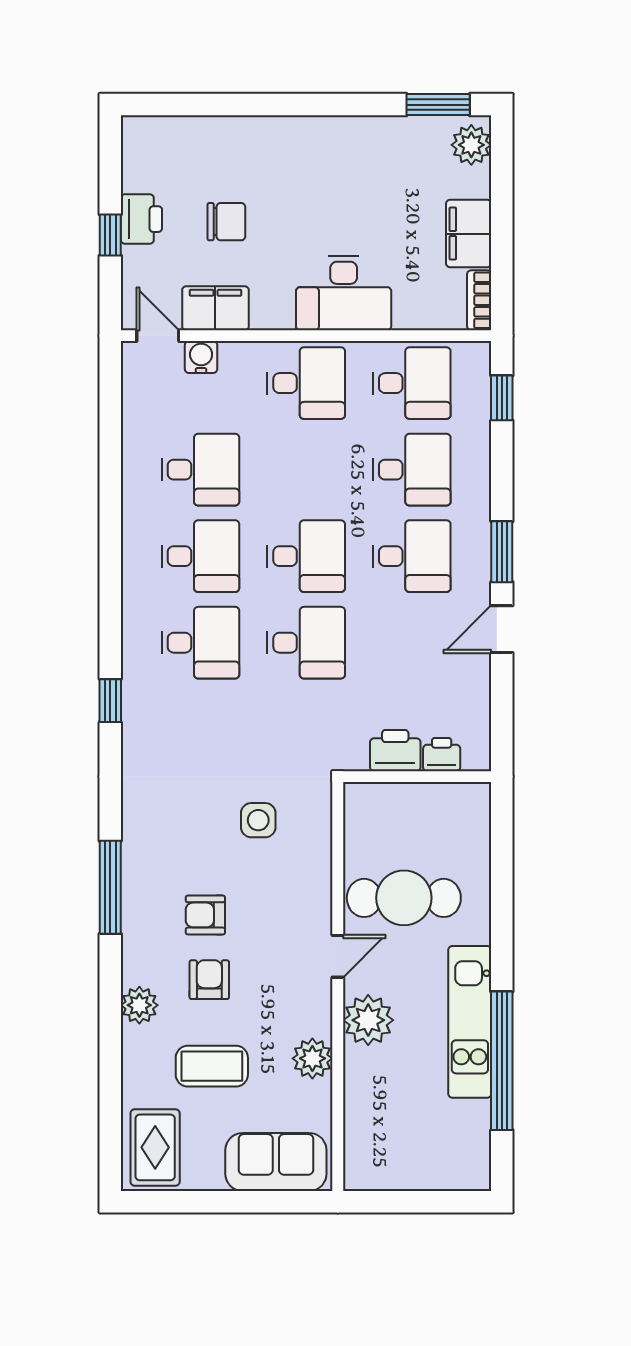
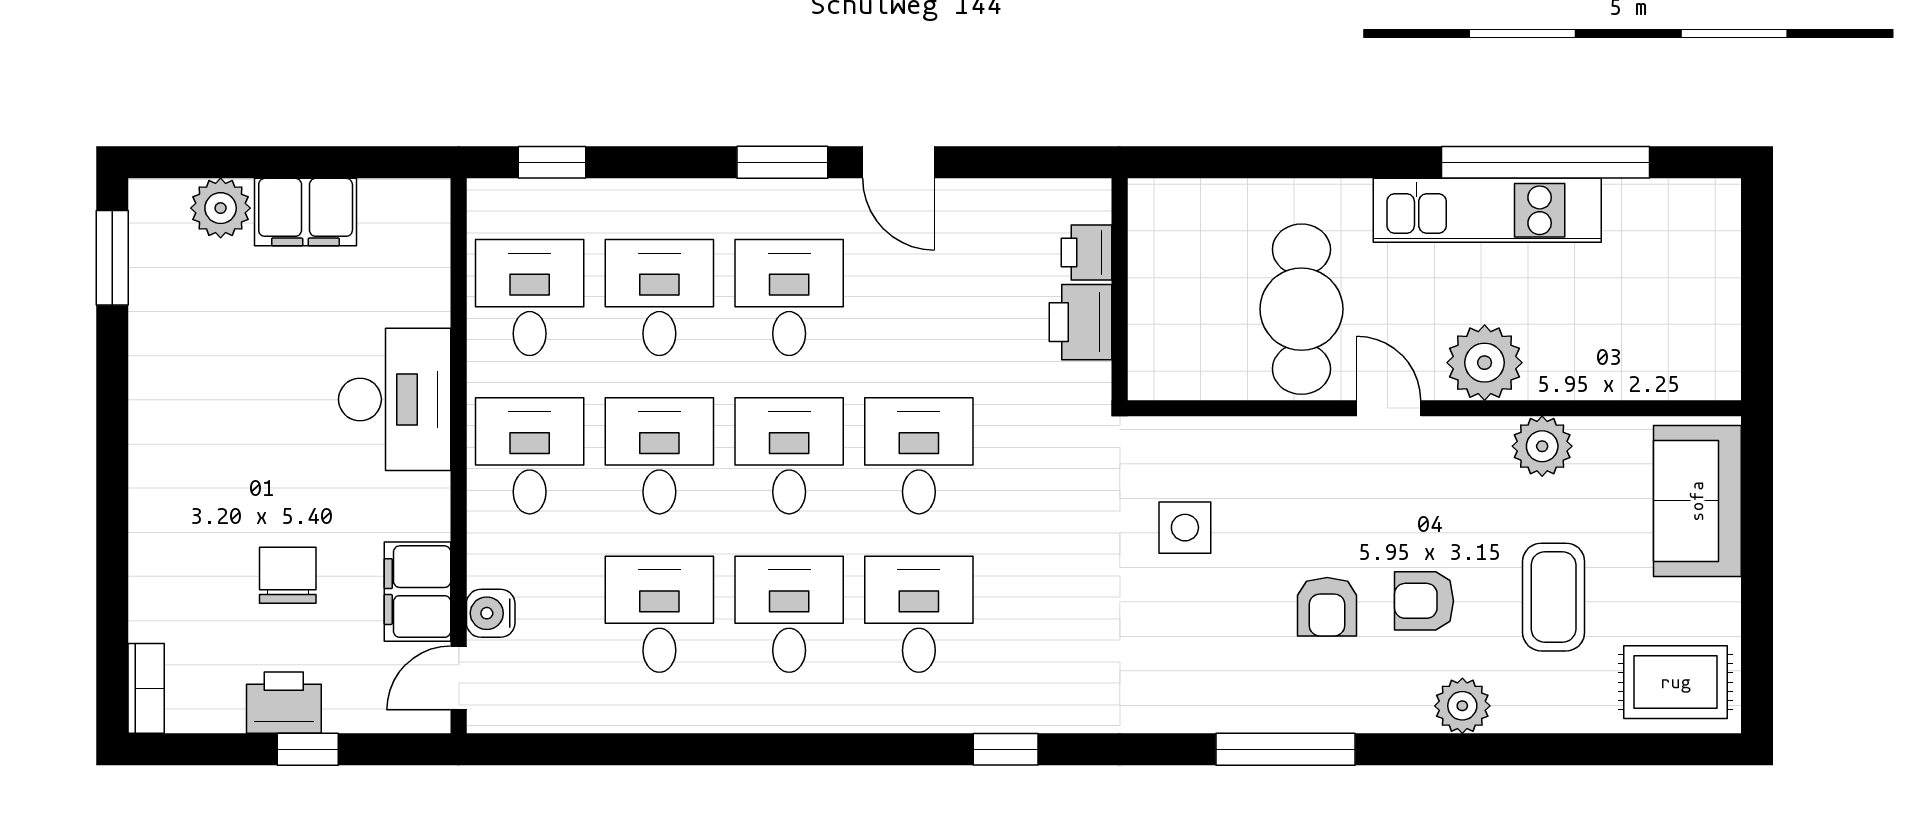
plant: (471, 145) -> (221, 208), moved
bookcase: (479, 300) -> (146, 688), moved, turned -90
desk: (306, 470) -> (659, 456), added

